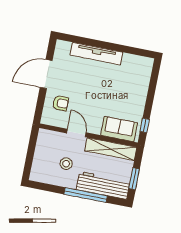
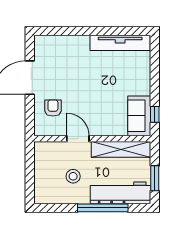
tv unit: (96, 54) -> (120, 43), moved
armchair: (61, 103) -> (53, 108), turned -90
sofa: (119, 129) -> (139, 116), moved, turned -90

